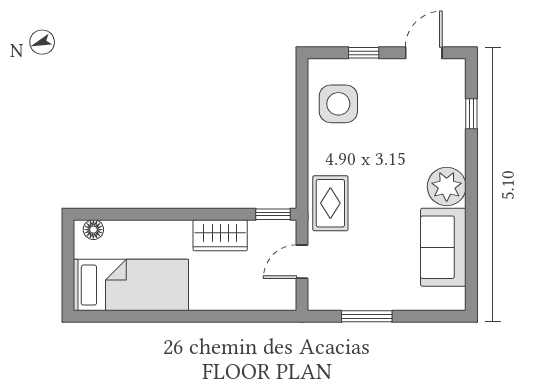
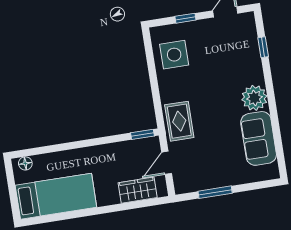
wardrobe: (220, 235) -> (138, 190), moved, turned 180

